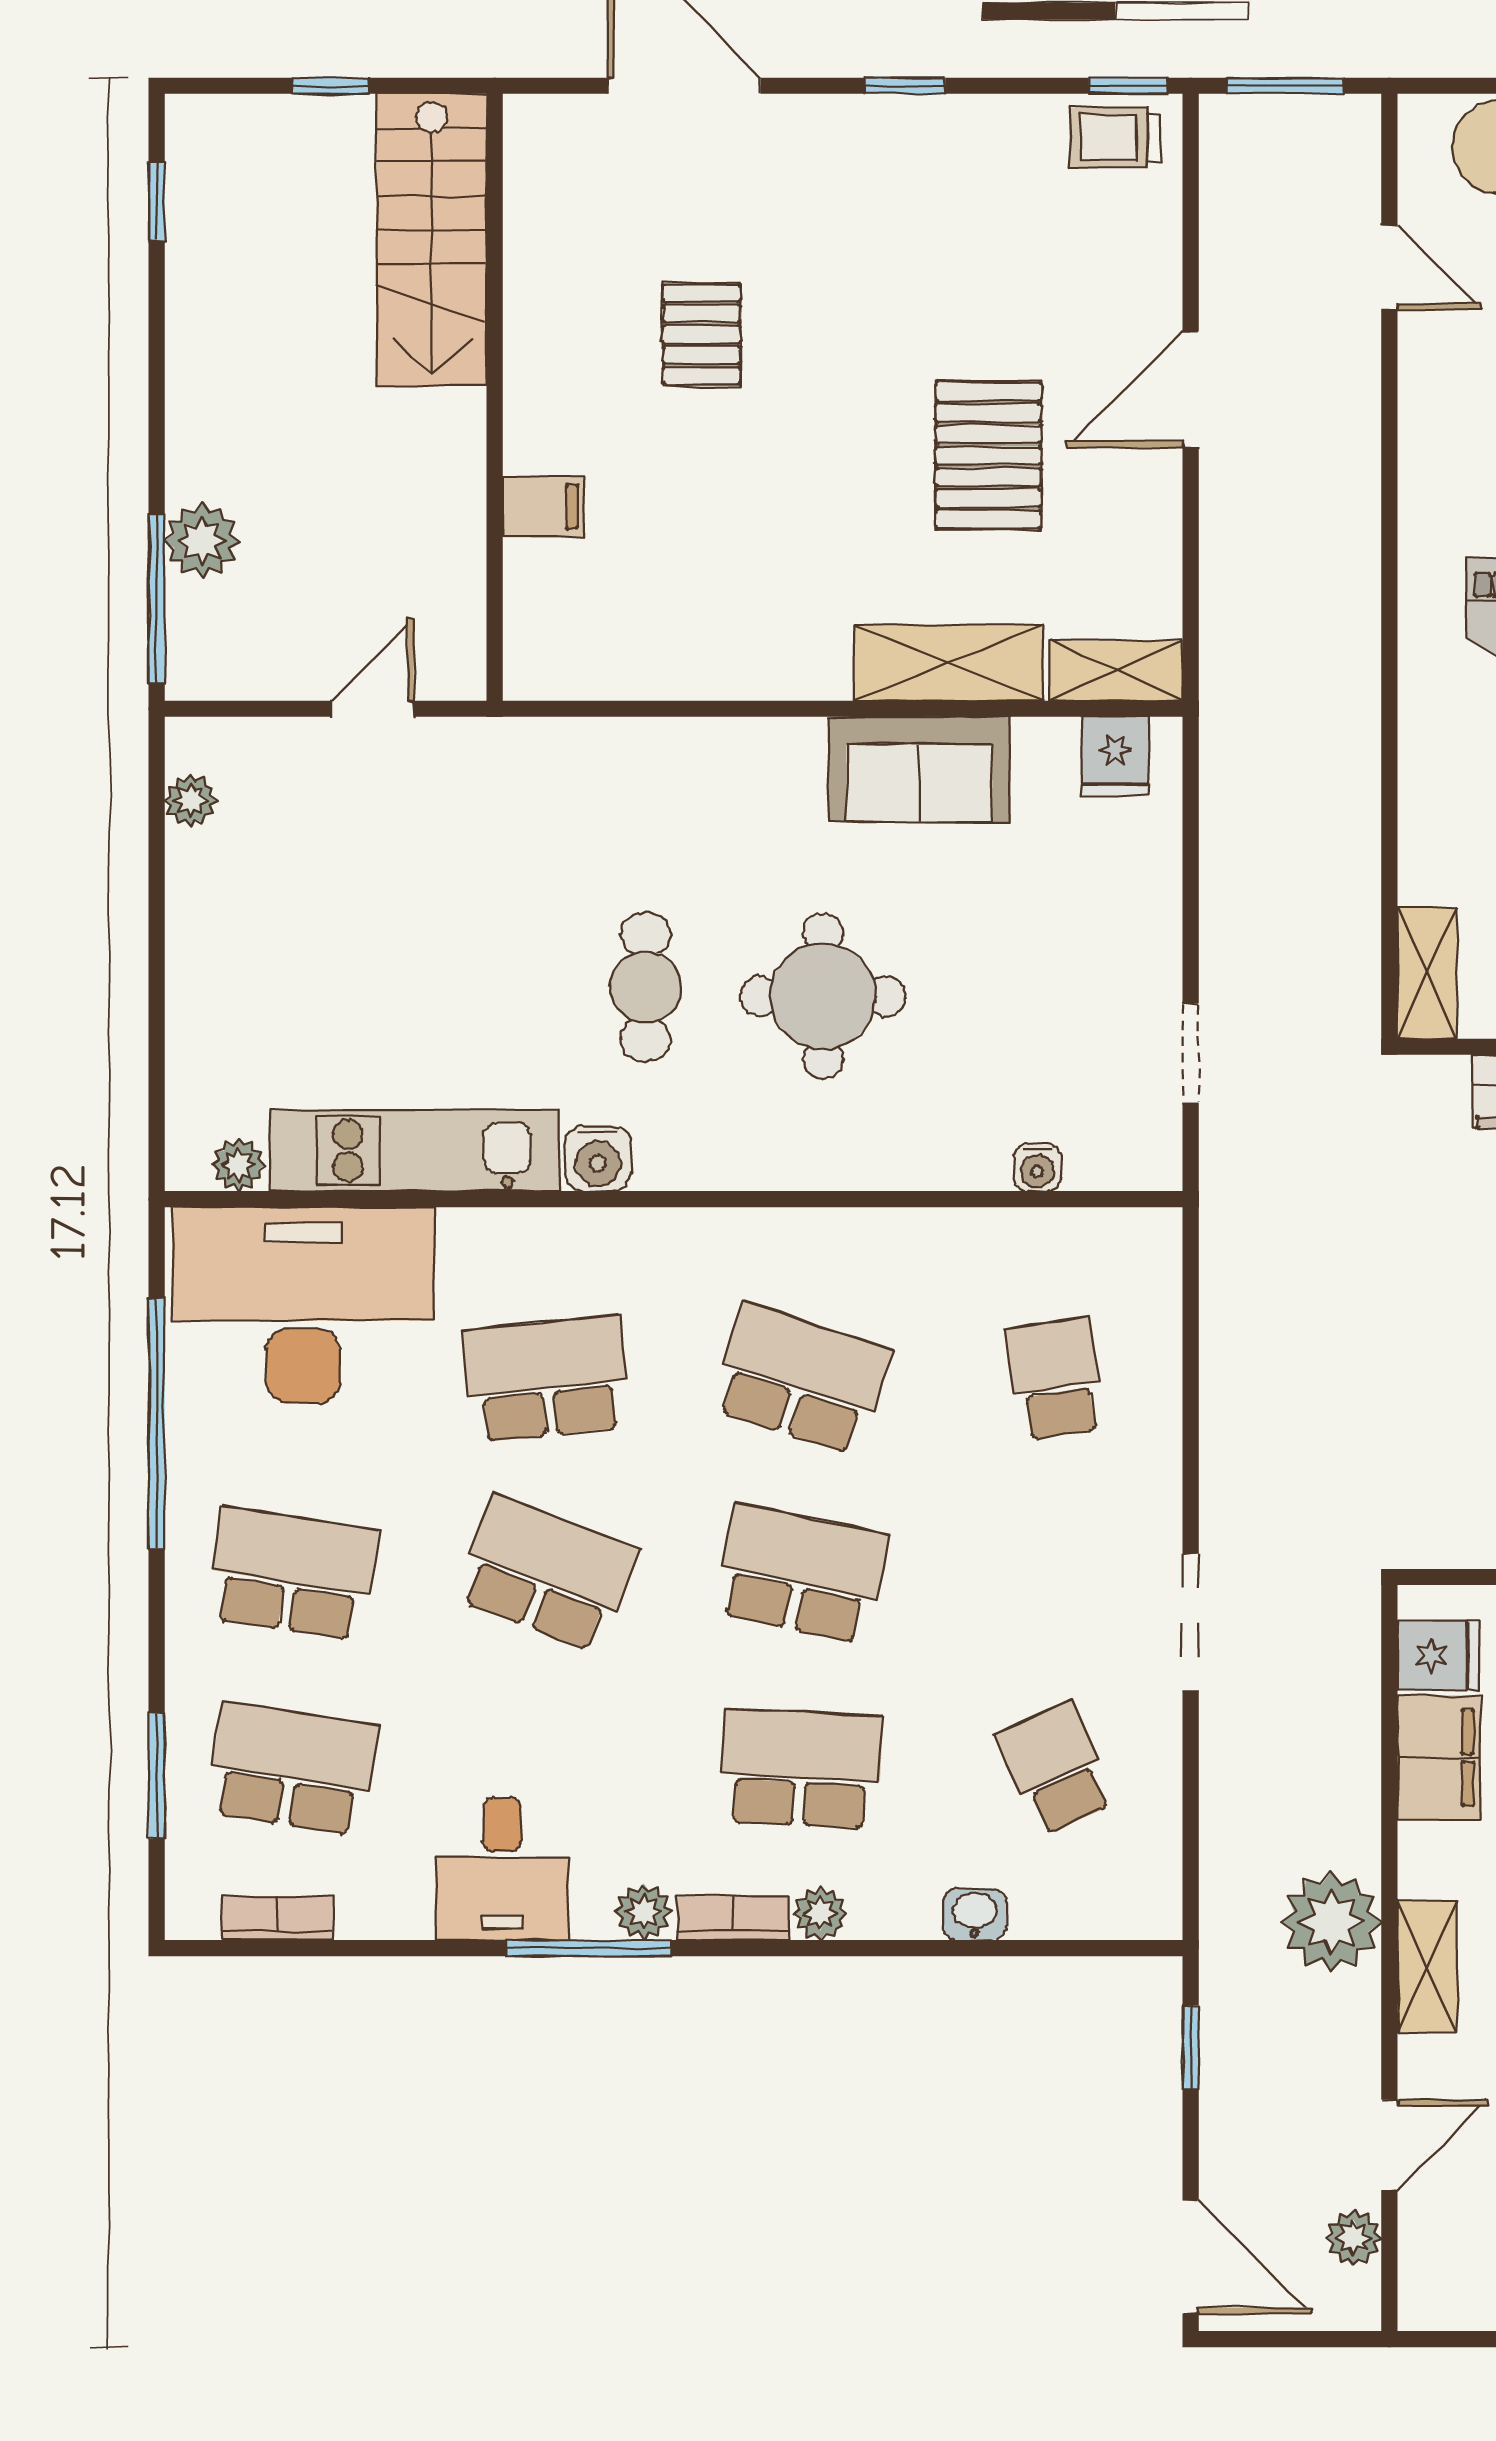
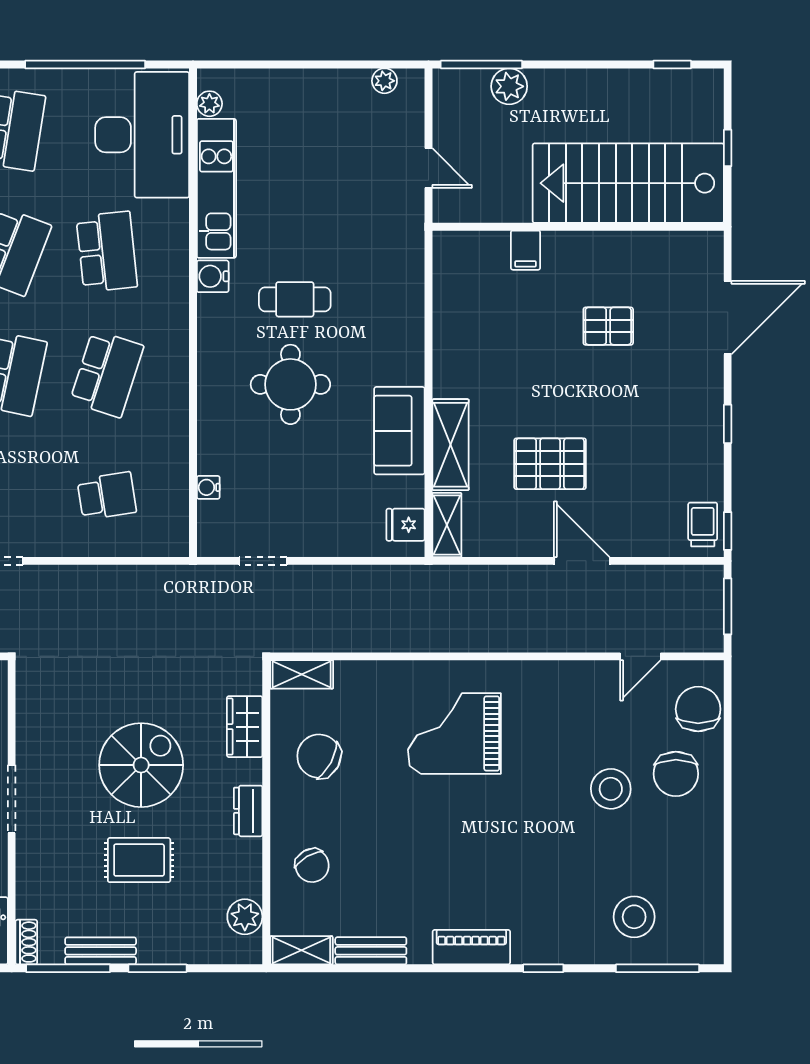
stairs: (432, 240) -> (628, 183), width x1.36, depth x1.51

